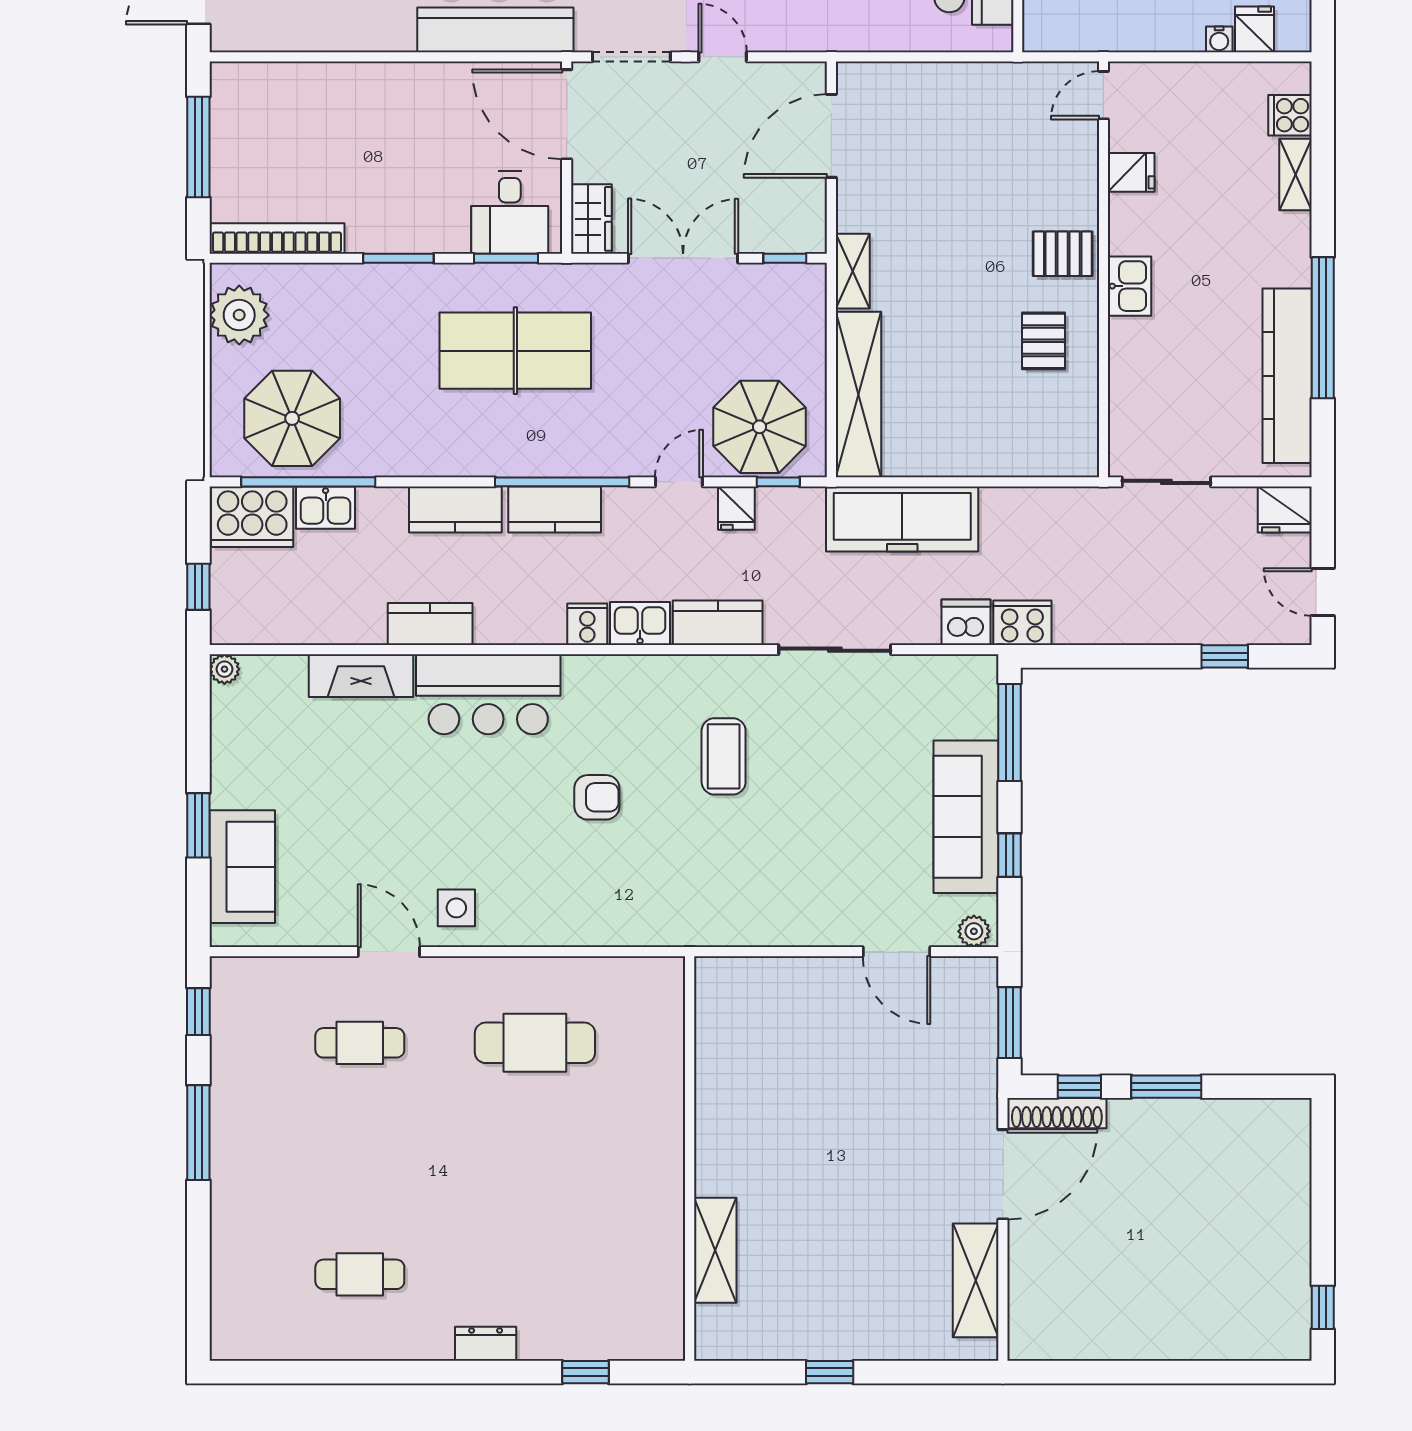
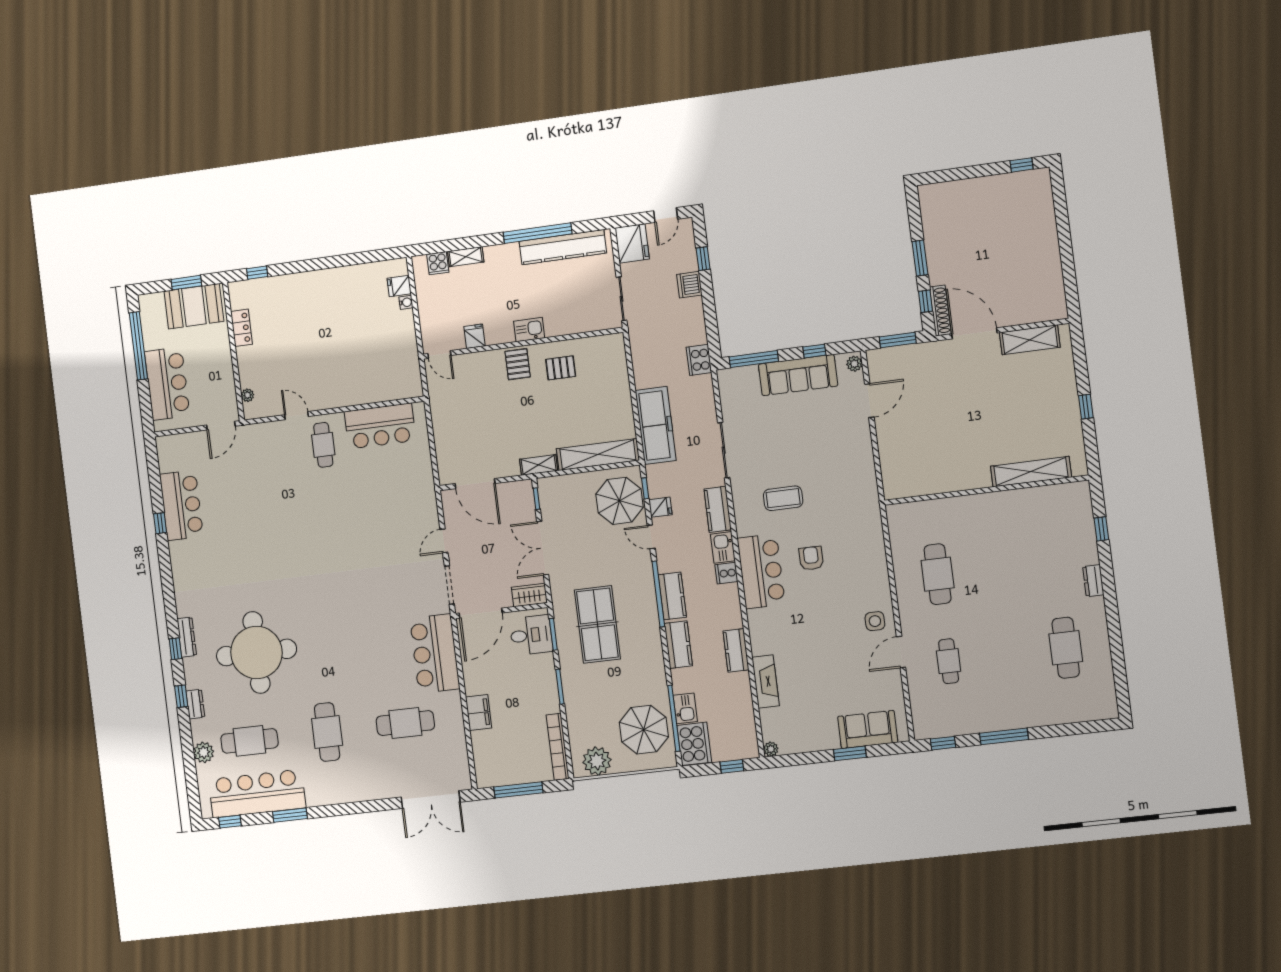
filing cabinet: (365, 85) -> (479, 713), added
fridge: (1285, 509) -> (632, 243), width x1.36, depth x1.34
dishwasher: (966, 622) -> (689, 285), moved
bar counter: (488, 694) -> (761, 571), moved
shelving: (715, 1250) -> (1031, 472), width x1.47
cafe table: (360, 1274) -> (1066, 648), width x1.37, depth x1.35

